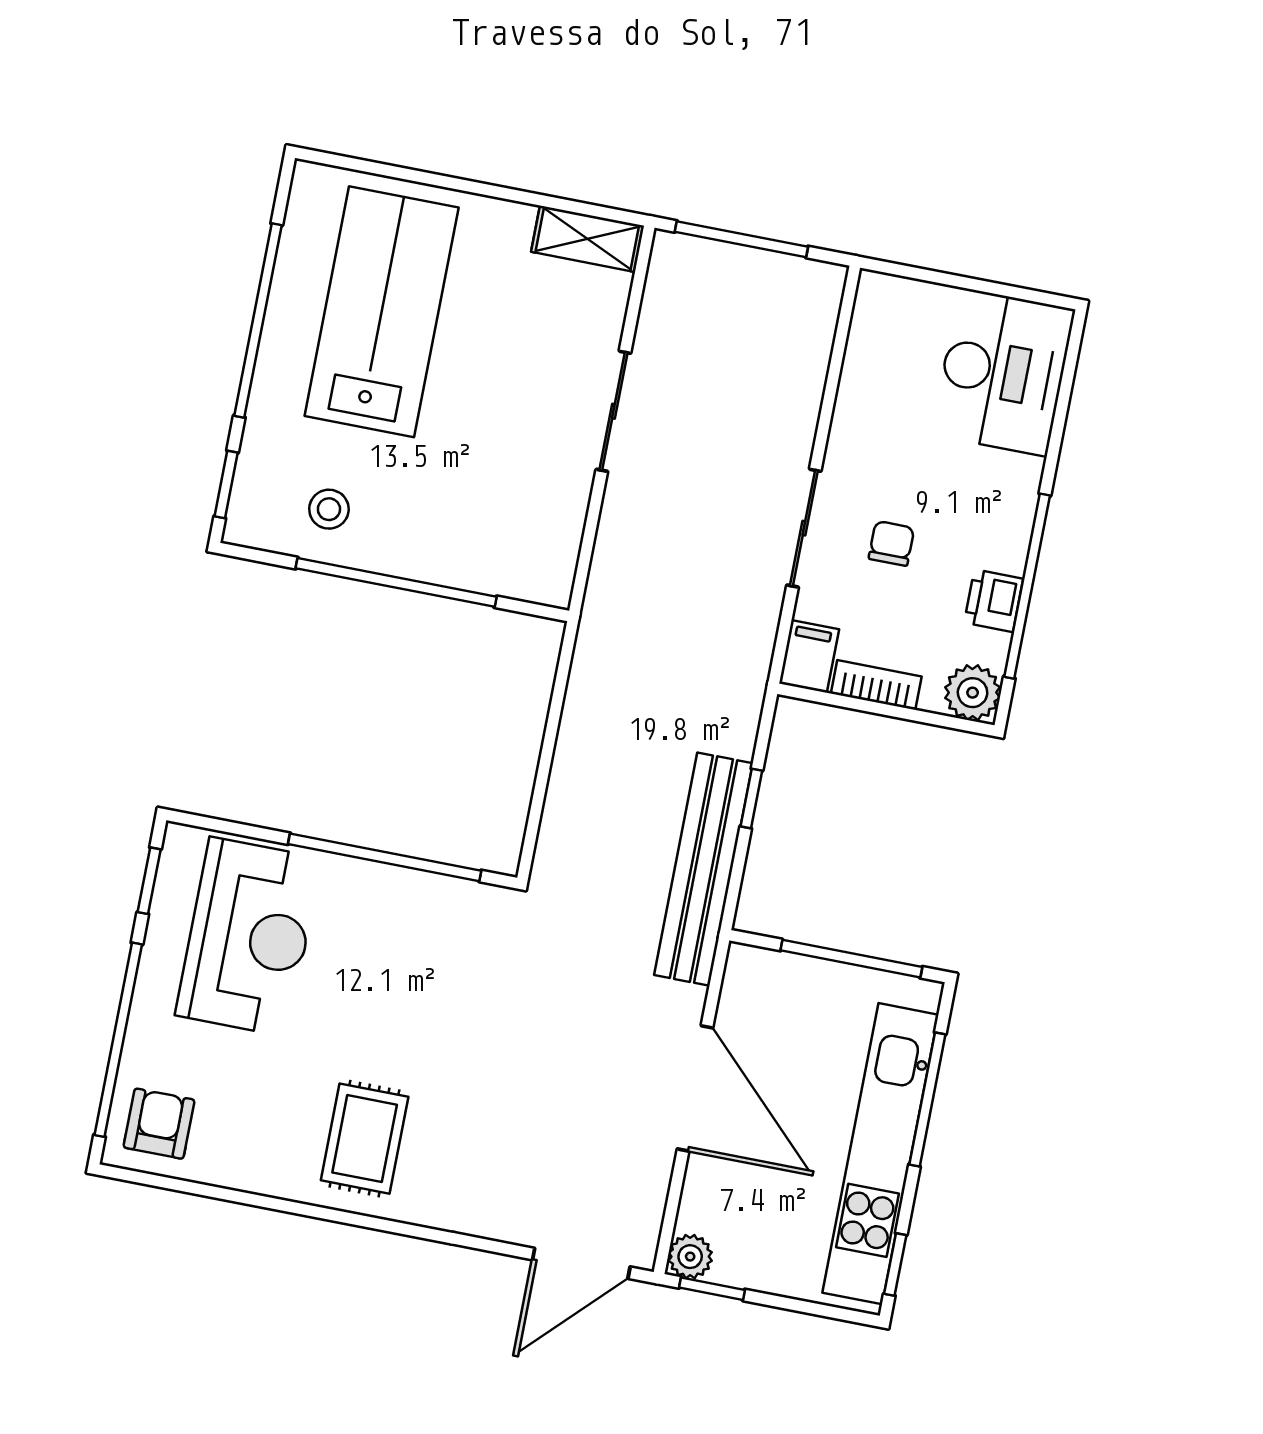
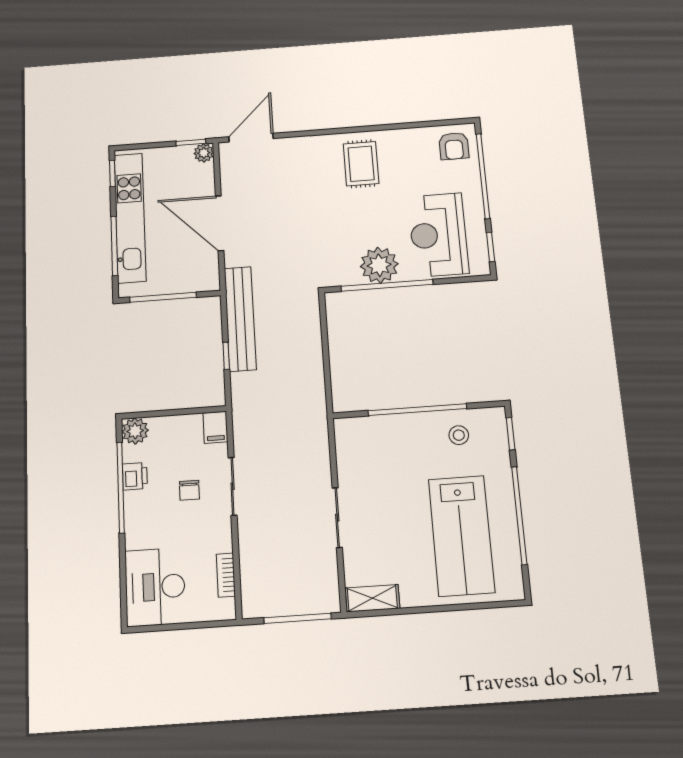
bookcase: (876, 685) -> (226, 575), moved, turned 90
plant: (388, 905) -> (379, 265), added

